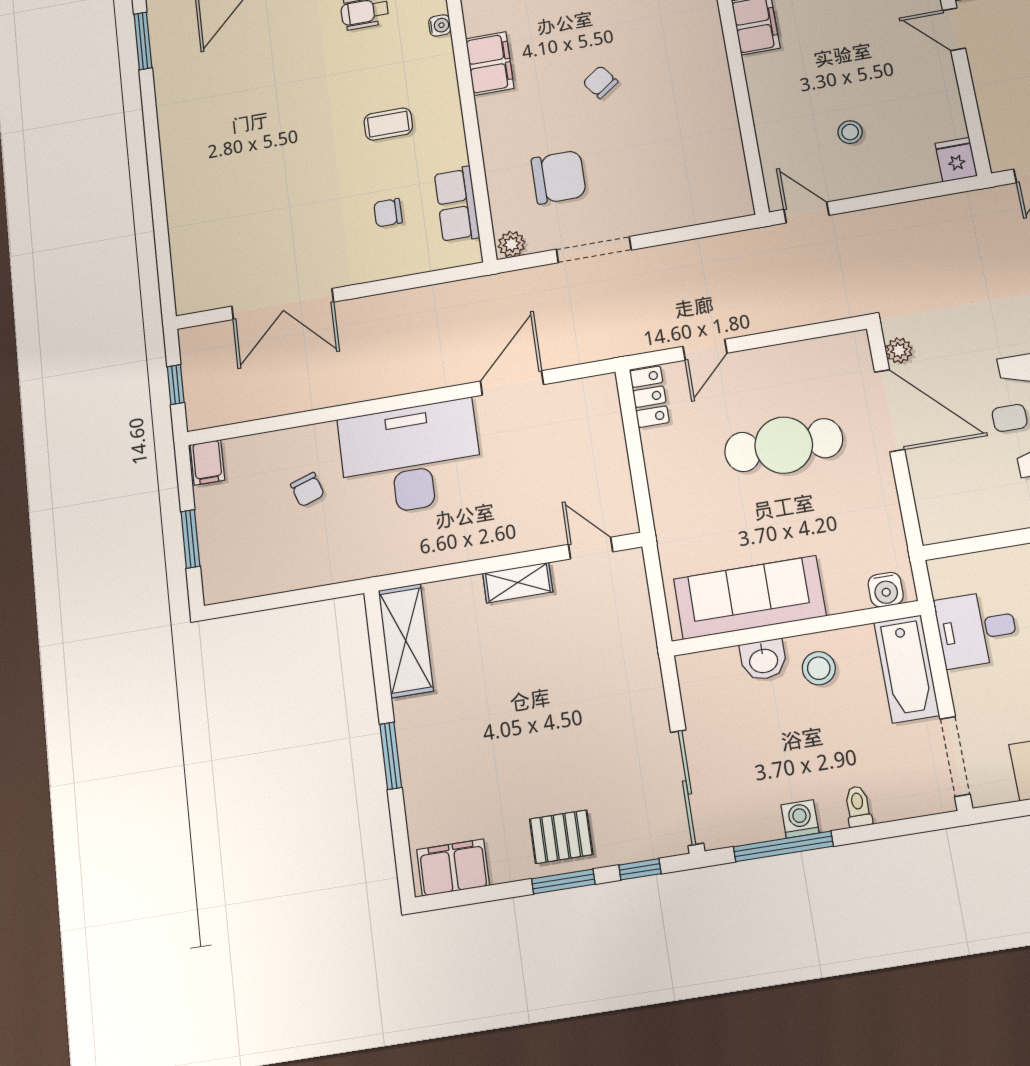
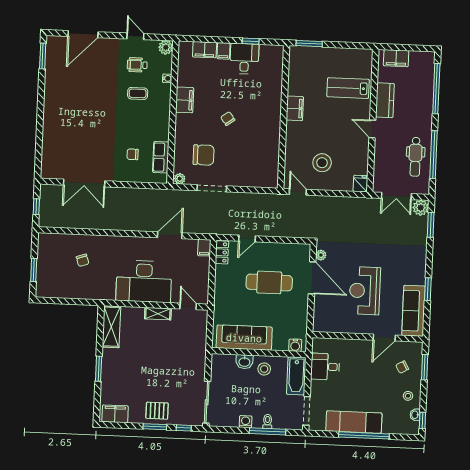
coffee table: (388, 124) -> (138, 93), moved
stool: (850, 132) -> (322, 163), width x1.89, depth x1.89
desk: (410, 458) -> (144, 281), moved, turned 180
filing cabinet: (207, 462) -> (204, 248), moved
window: (783, 846) -> (267, 431), moved

